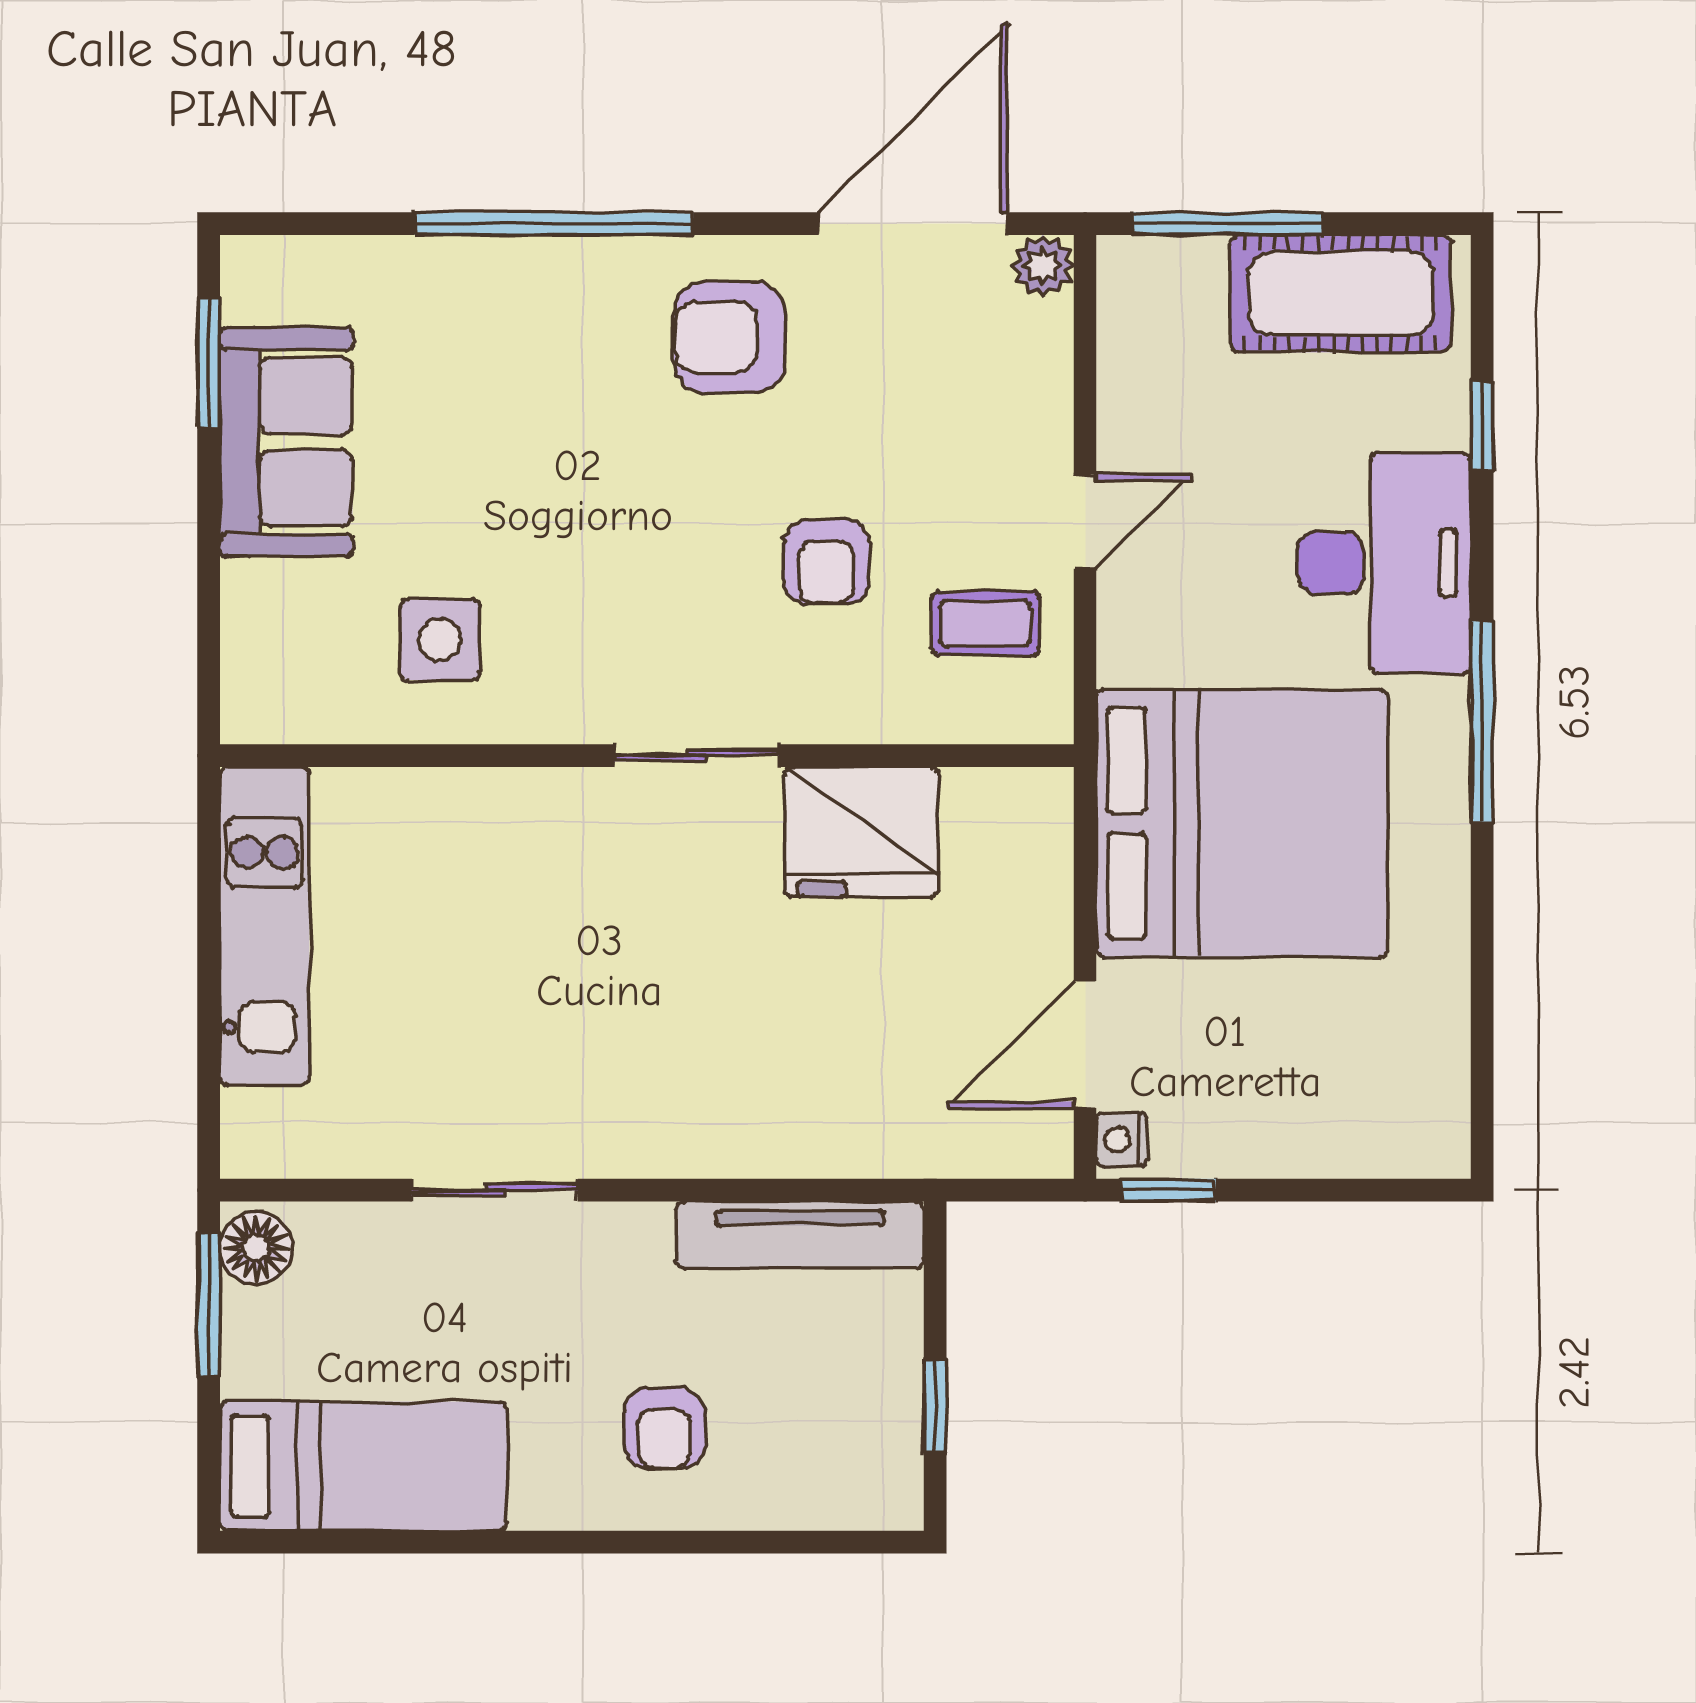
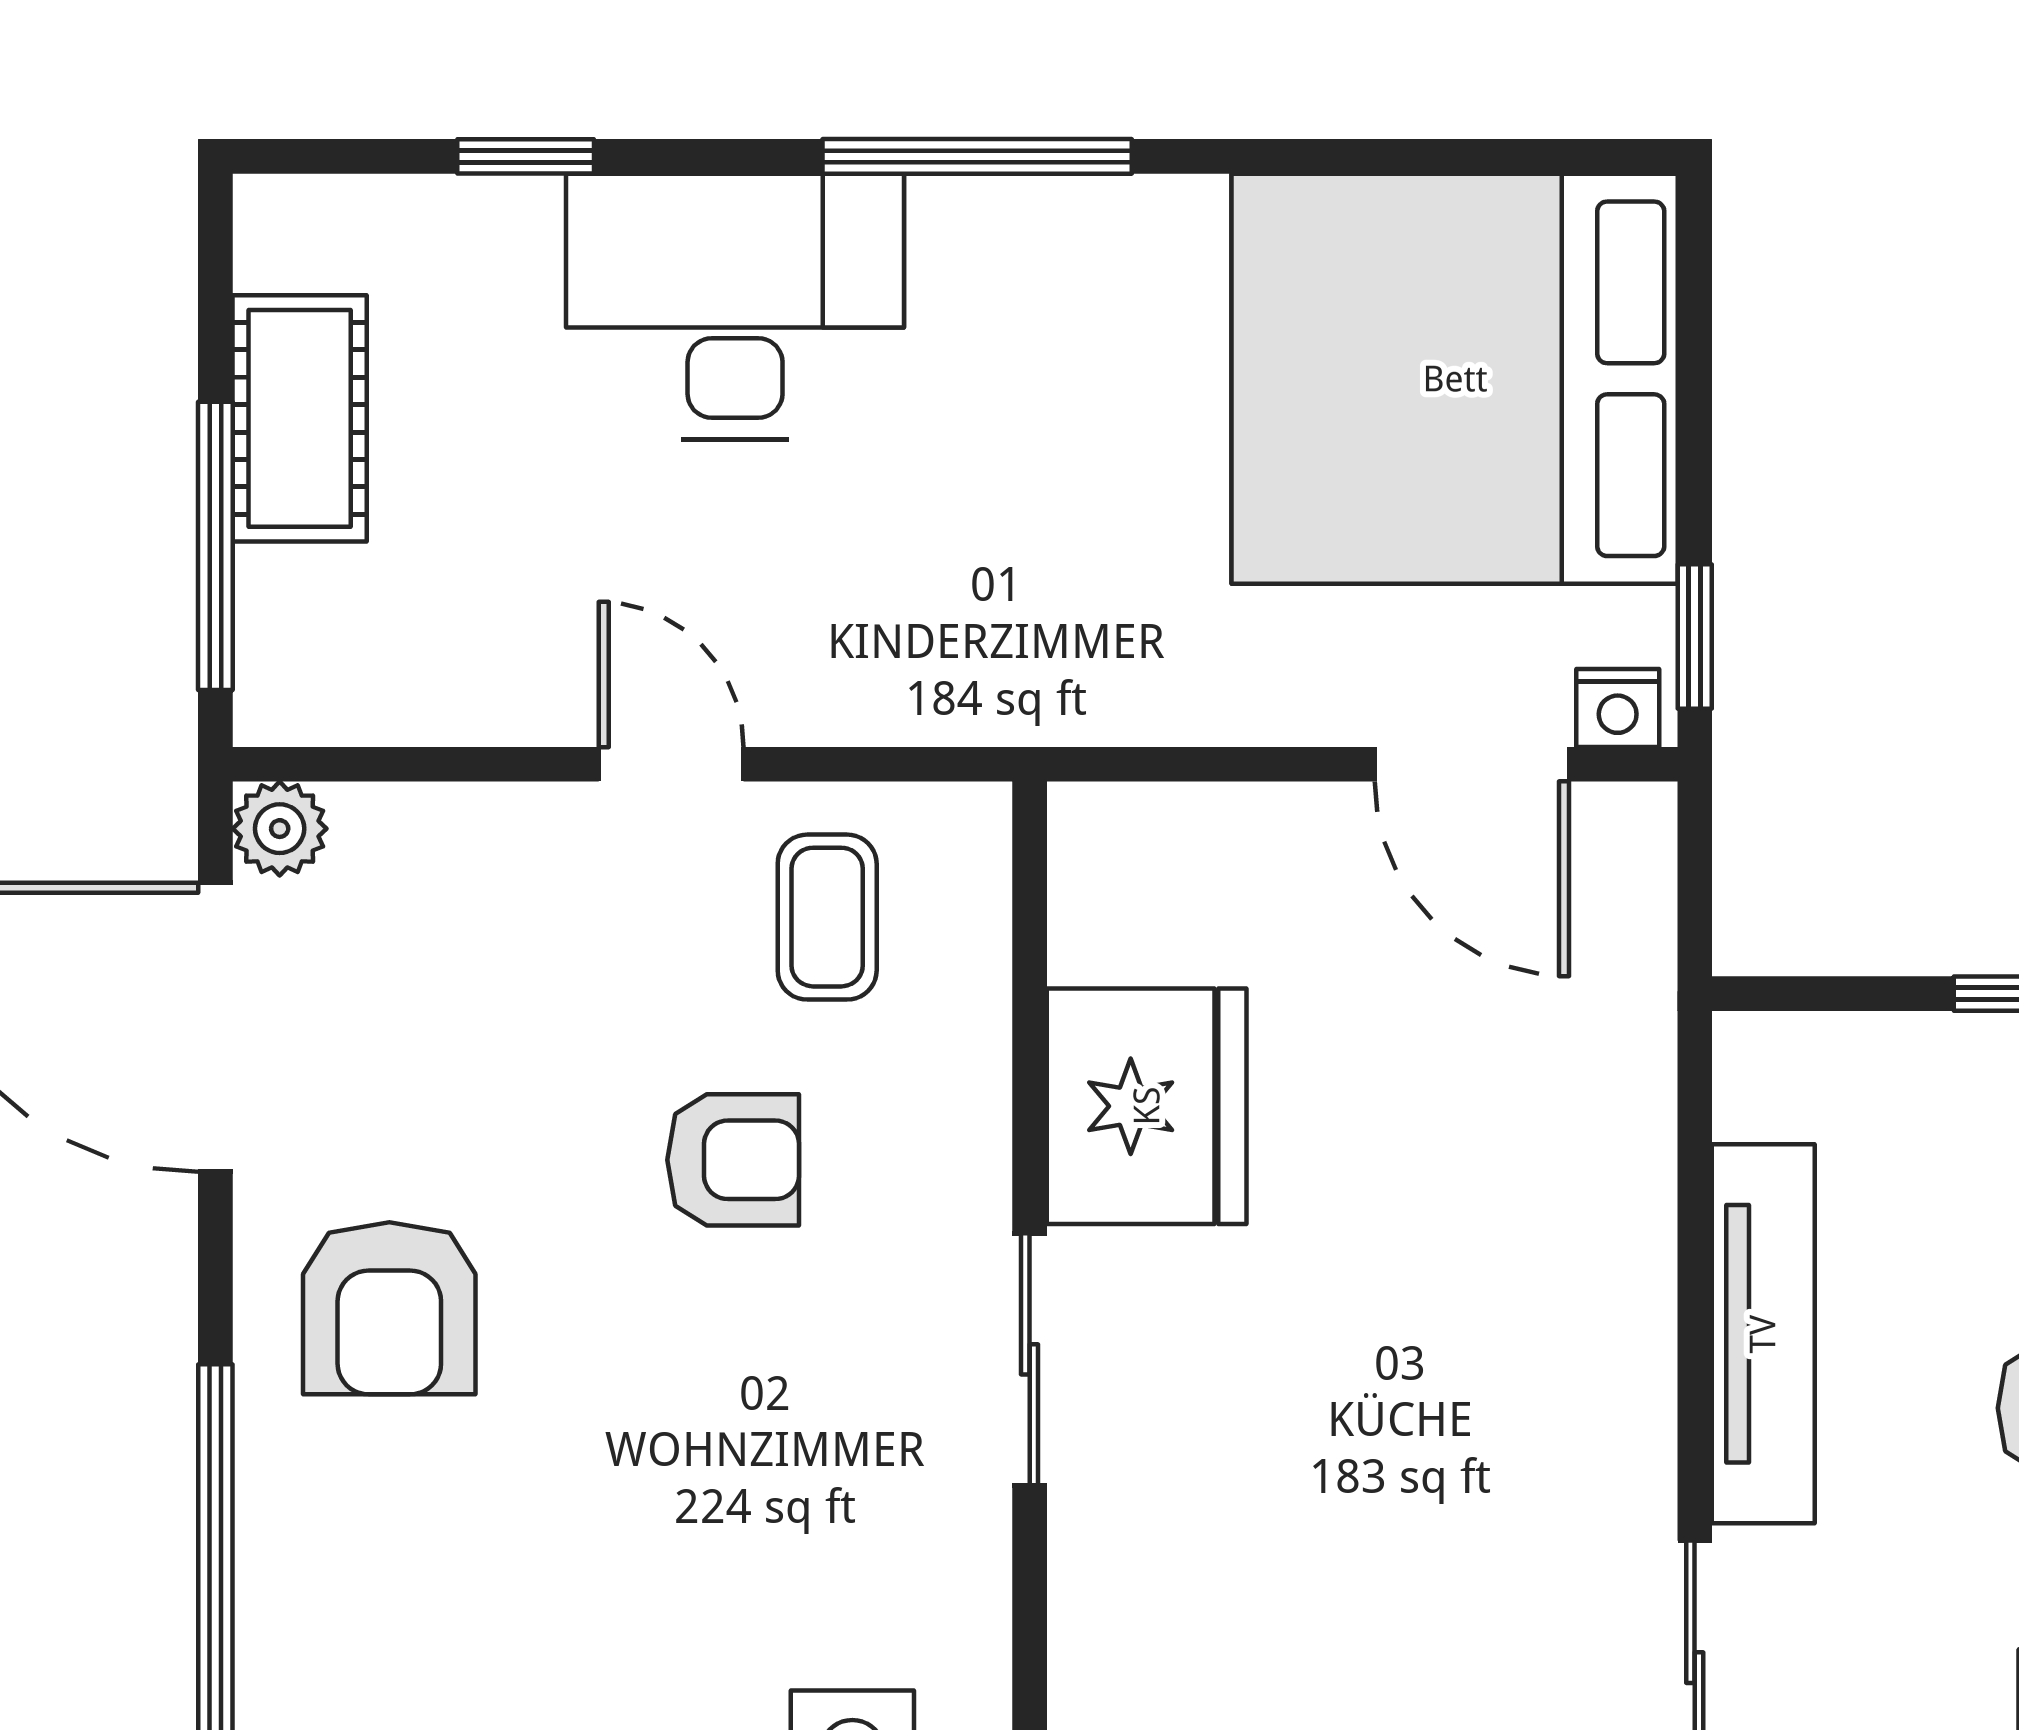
cot: (1341, 294) -> (300, 418), width x0.73, depth x0.75
bed: (1242, 823) -> (1455, 379), moved, turned -90
tv unit: (800, 1235) -> (1763, 1334), moved

